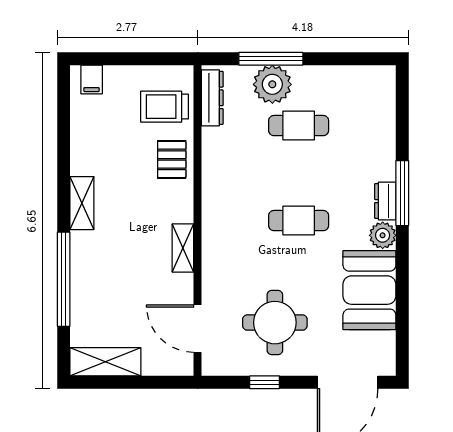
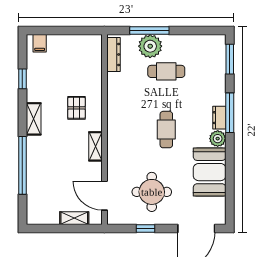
window: (402, 106) -> (230, 59), added
trolley: (164, 107) -> (84, 60), removed
window: (64, 138) -> (22, 79), added
pallet: (172, 159) -> (77, 108), moved
cafe table: (299, 221) -> (166, 130), turned 90
shelving: (105, 362) -> (74, 218), moved, width x0.67, depth x0.75

